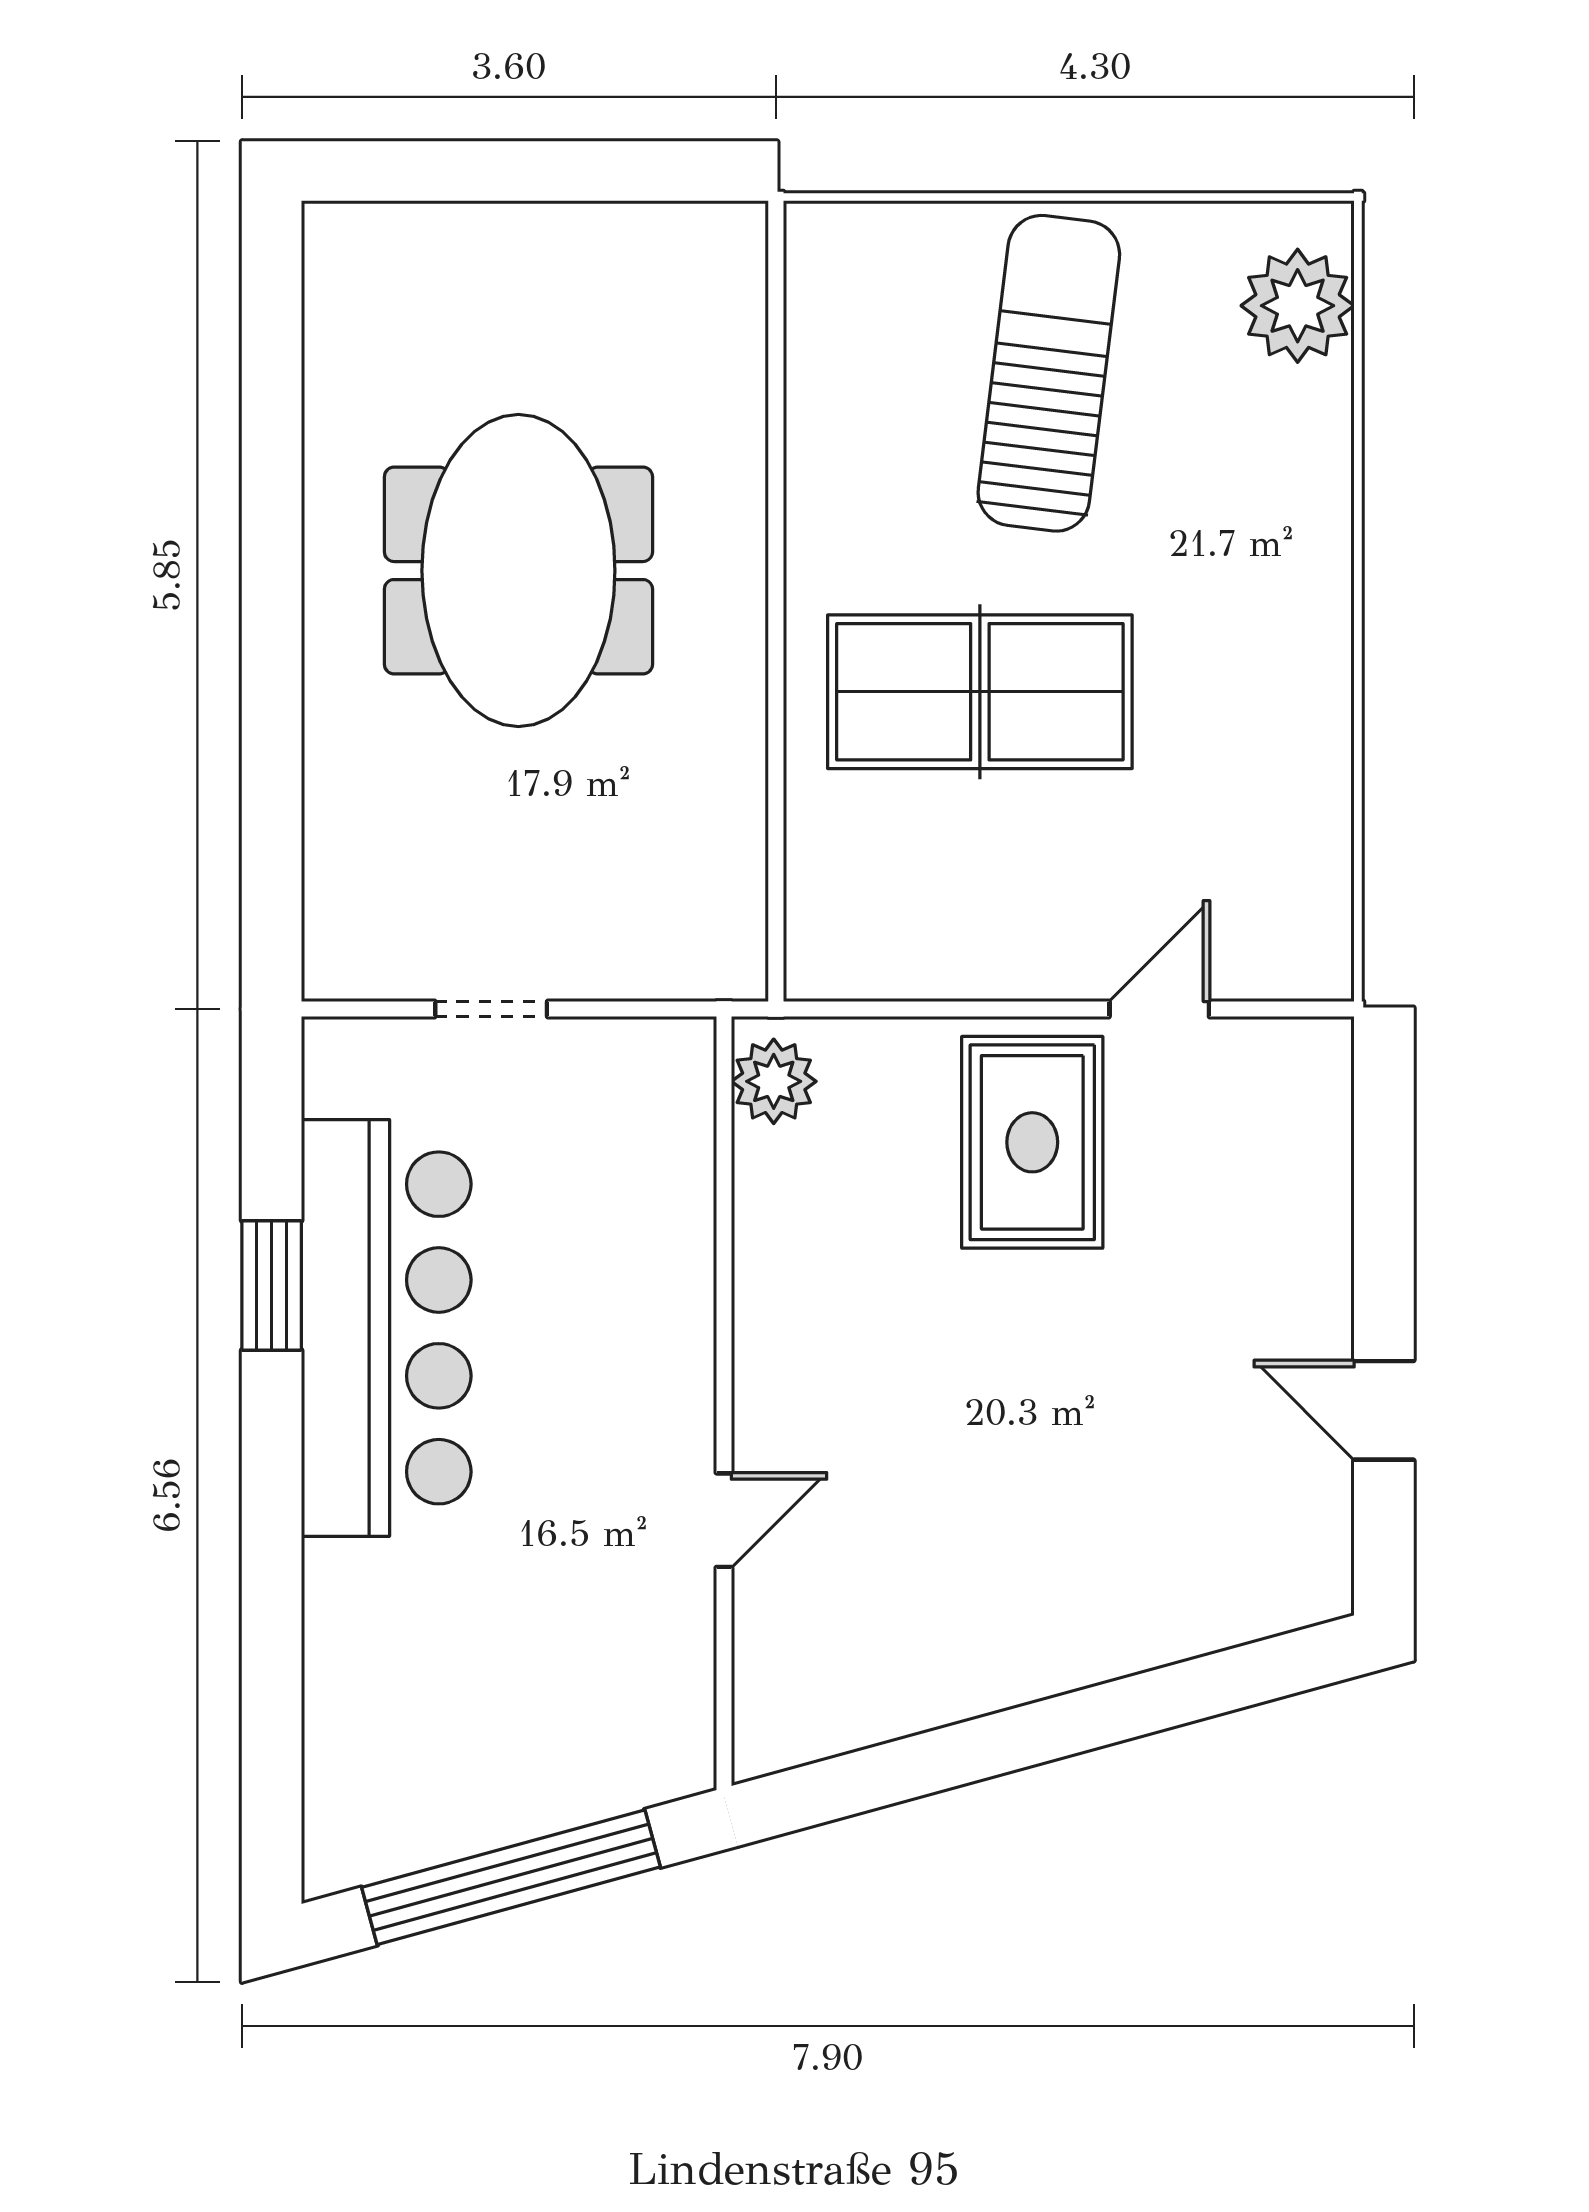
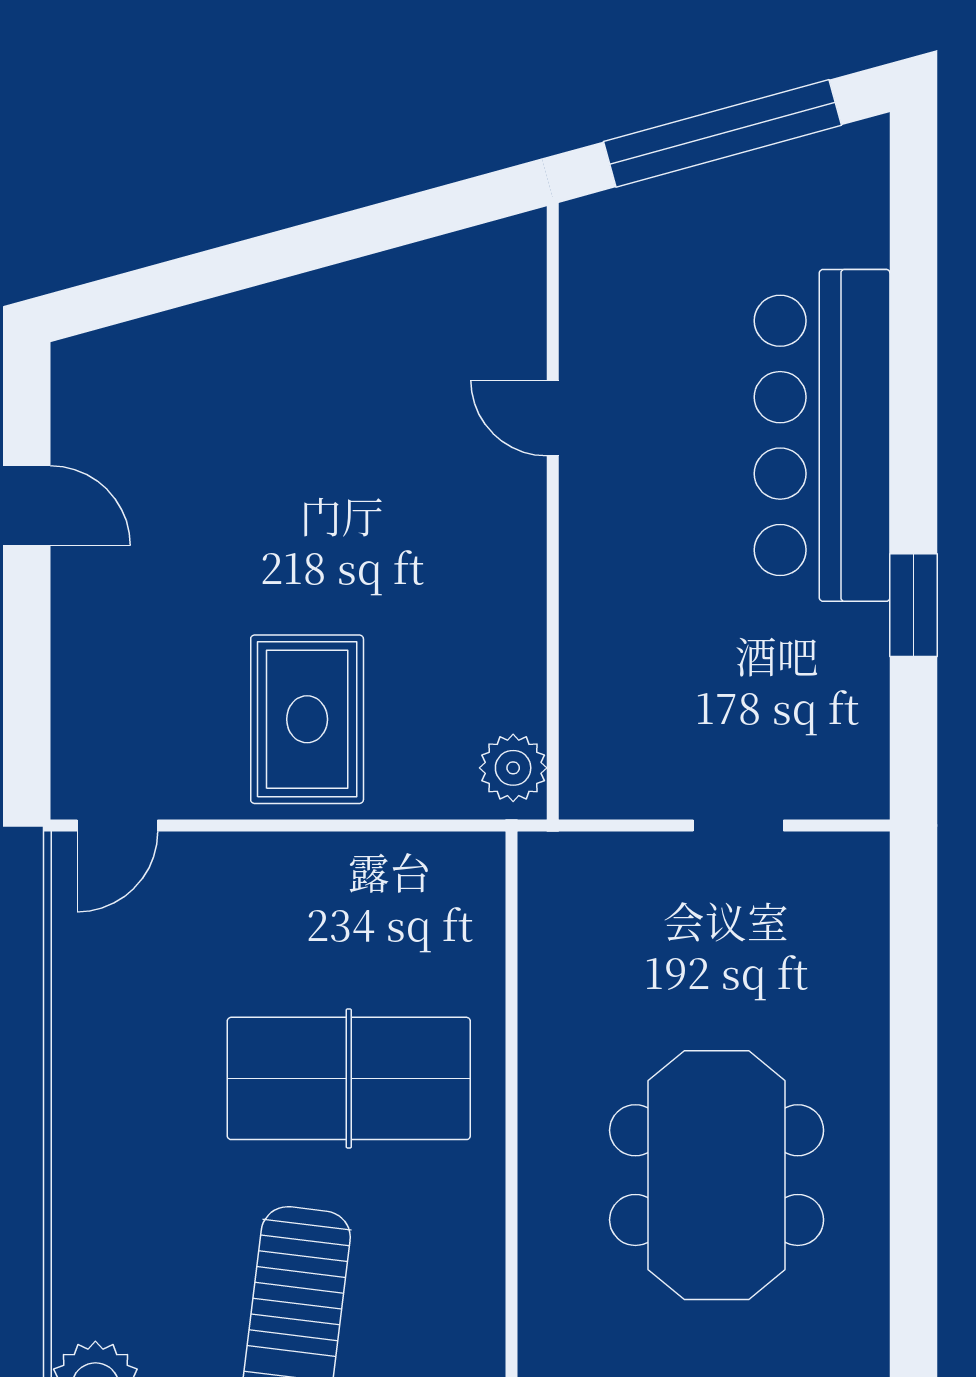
door: (1159, 1009) -> (117, 826), moved
bar counter: (386, 1328) -> (822, 435), moved
door: (724, 1520) -> (553, 418), hinge flipped

